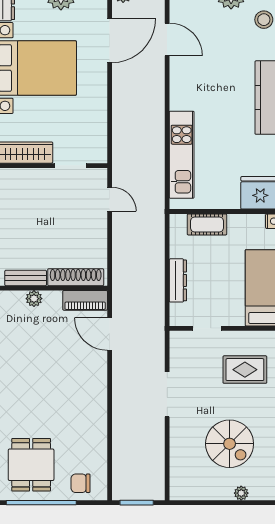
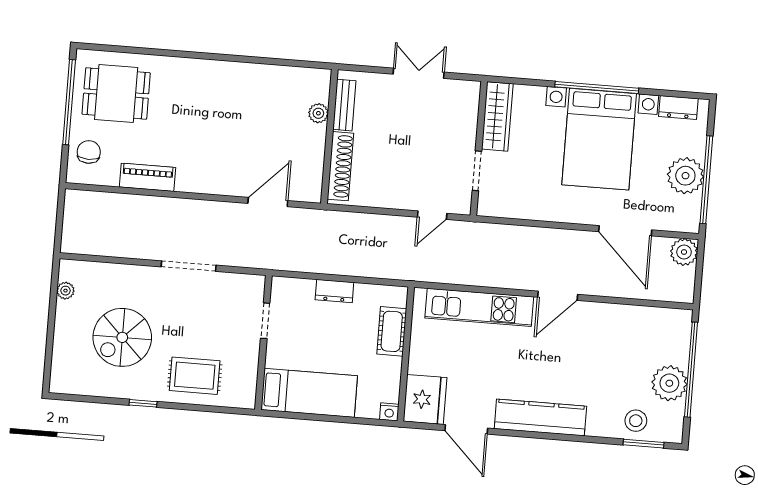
door: (167, 39) -> (558, 296), moved
dresser: (178, 280) -> (334, 291), width x0.70
piano: (85, 300) -> (148, 177), moved, turned 90
rug: (245, 370) -> (195, 376), moved, turned 90
plant: (241, 493) -> (65, 291), moved
window: (137, 503) -> (60, 218), removed

